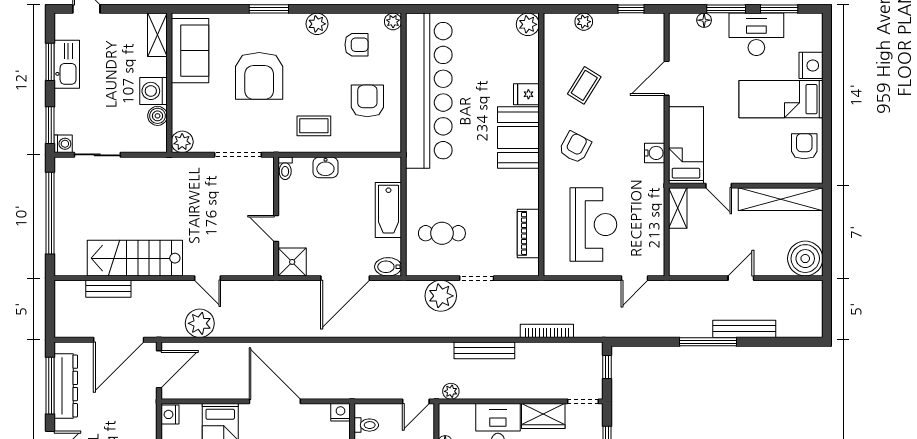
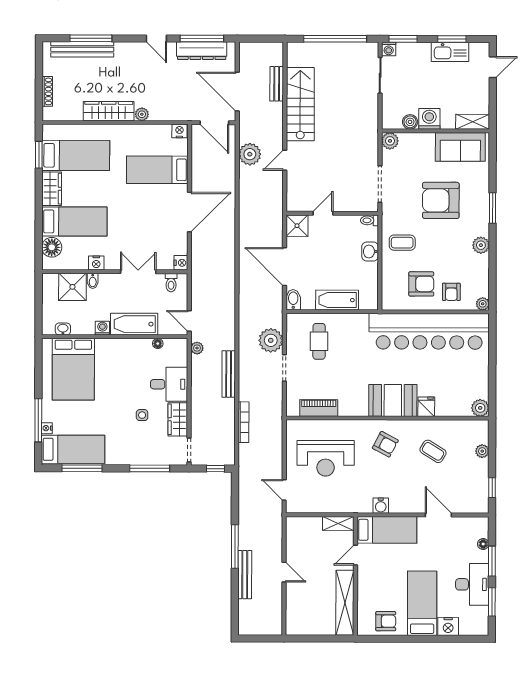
armchair: (356, 45) -> (451, 292), moved
coffee table: (314, 126) -> (402, 243), turned 90
boiler: (805, 259) -> (299, 622), removed

